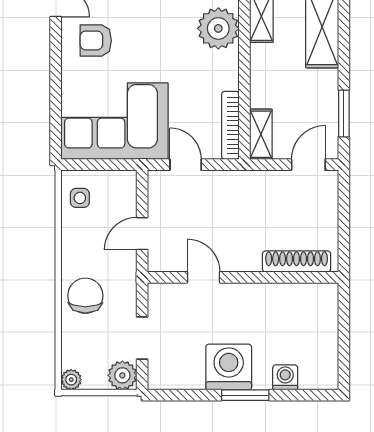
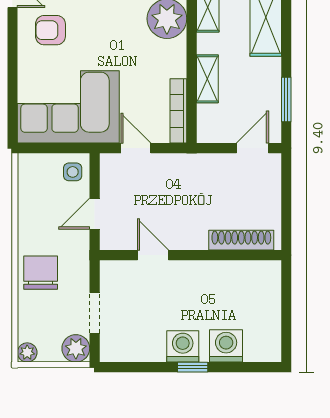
shelving: (261, 134) -> (207, 79), moved
side table: (80, 198) -> (73, 172), moved
washing machine: (229, 367) -> (183, 346), width x0.73, depth x0.73
washing machine: (285, 377) -> (226, 346), width x1.38, depth x1.38
window: (245, 395) -> (193, 367), width x0.67

